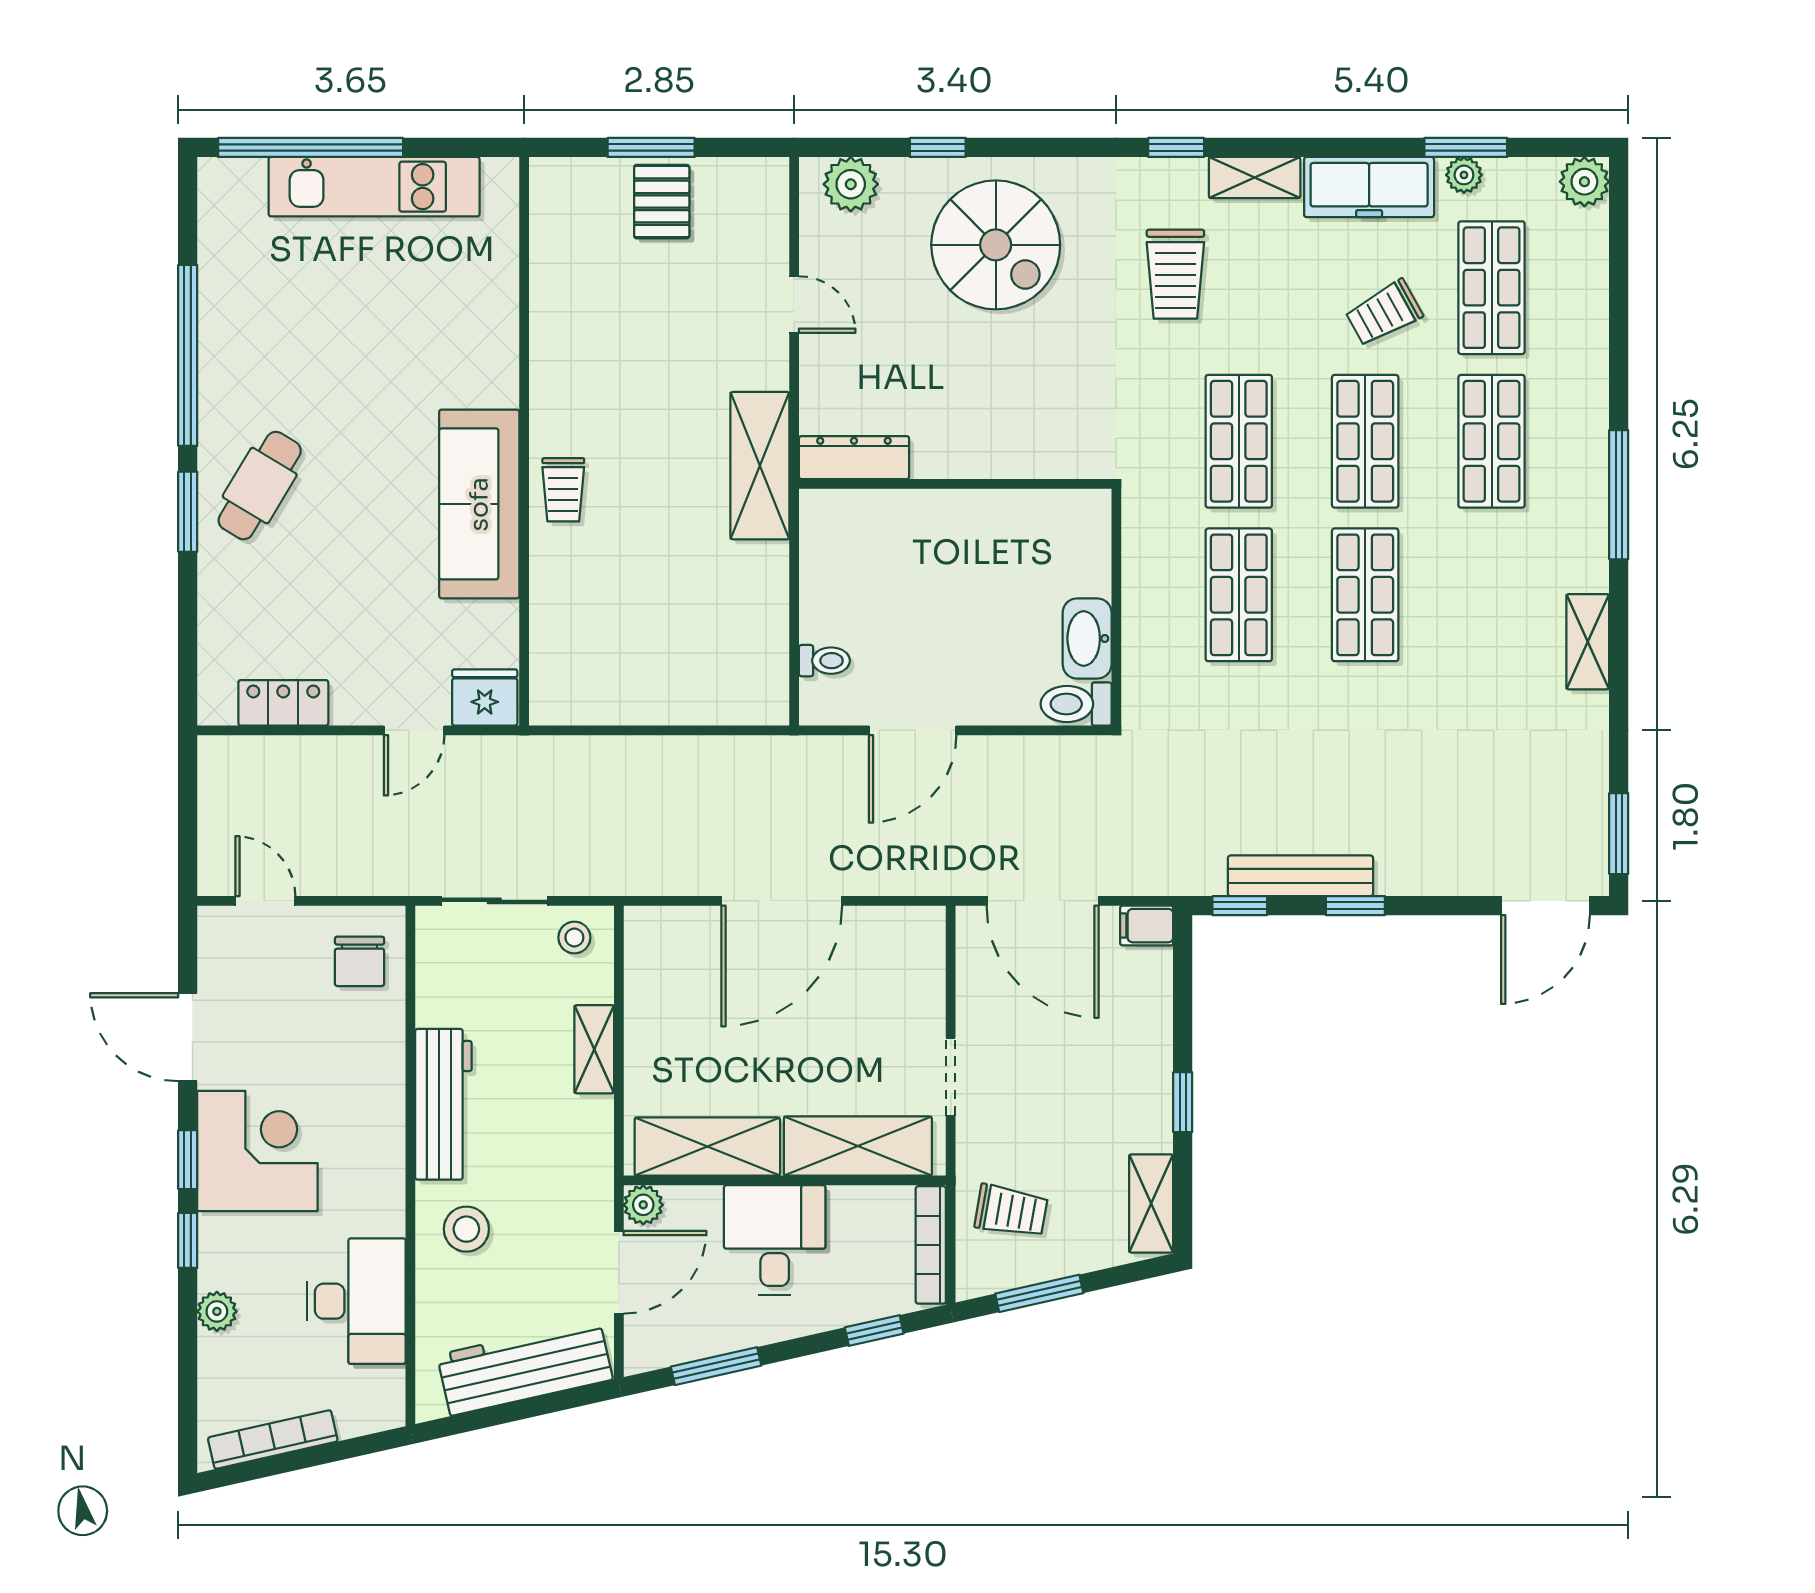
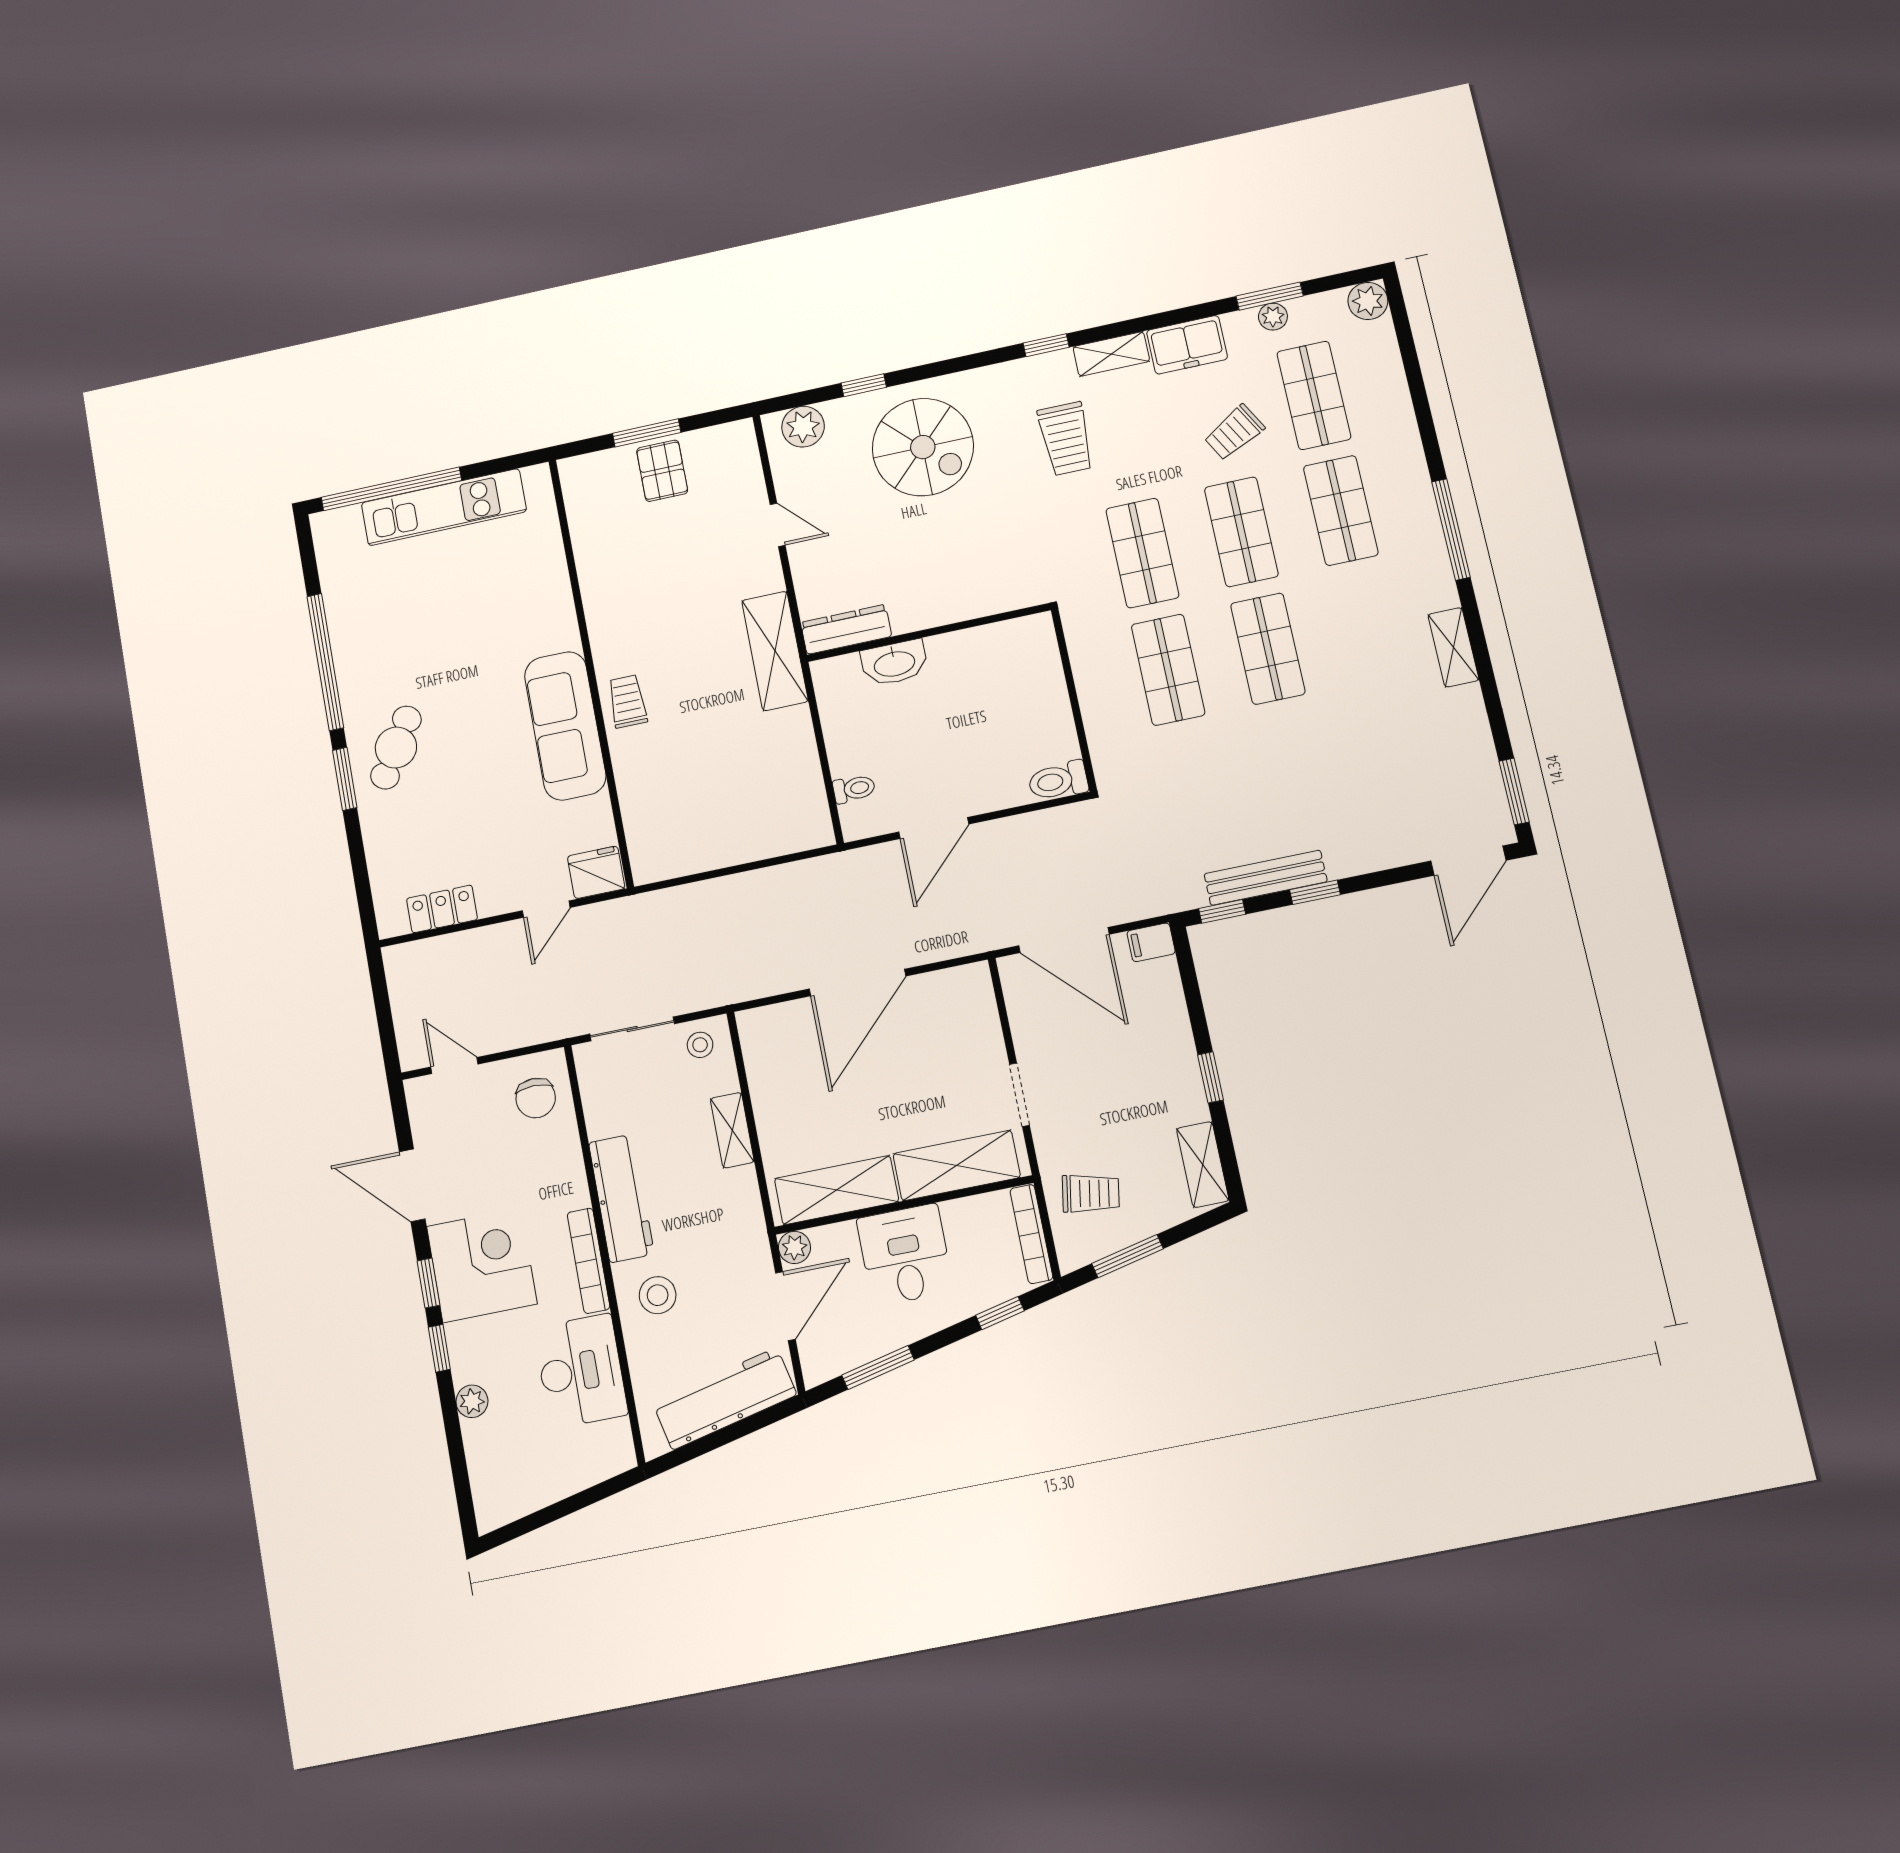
freezer: (1369, 187) -> (1187, 345), width x0.71
trolley: (563, 490) -> (627, 701), turned 180
washbasin: (1087, 638) -> (894, 663), moved, turned -90
bookcase: (273, 1439) -> (589, 1261), moved, turned -77

